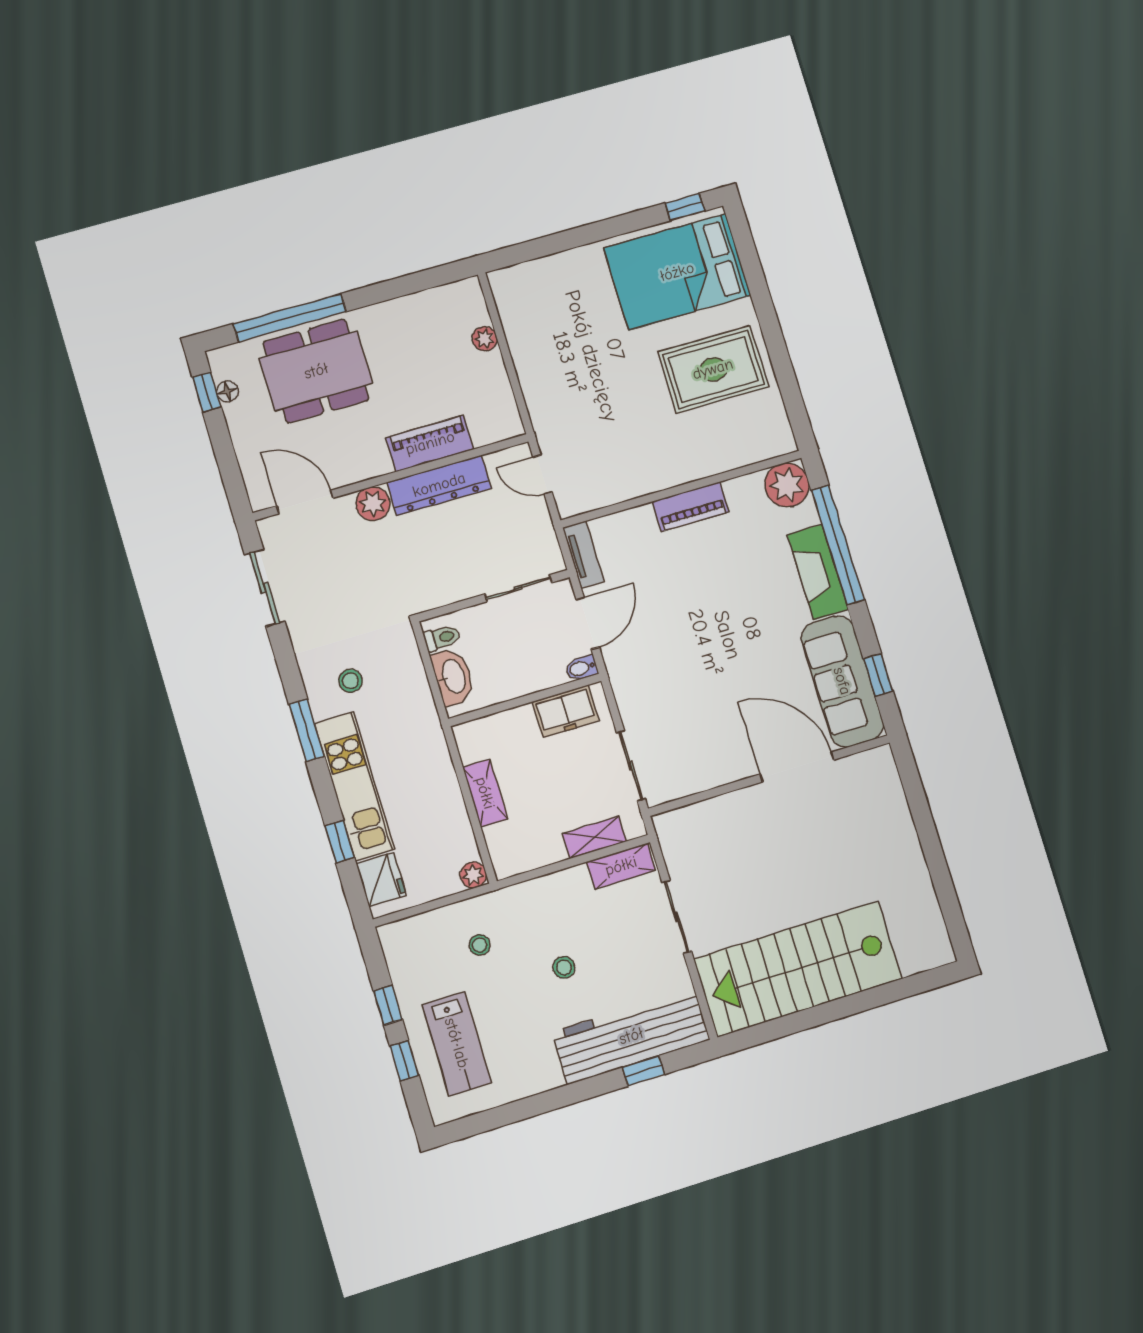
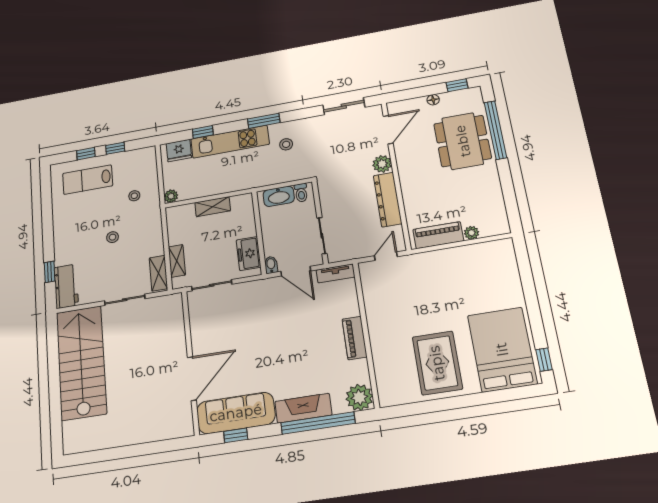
floor lamp: (228, 391) -> (433, 100), moved
piano: (430, 443) -> (438, 235), moved, turned -90
workbench: (631, 1036) -> (66, 286), width x0.53, depth x0.76

